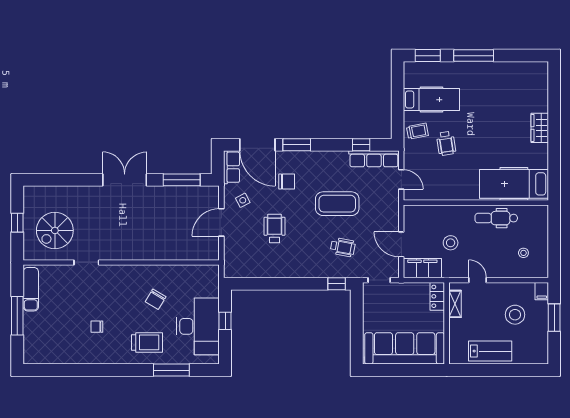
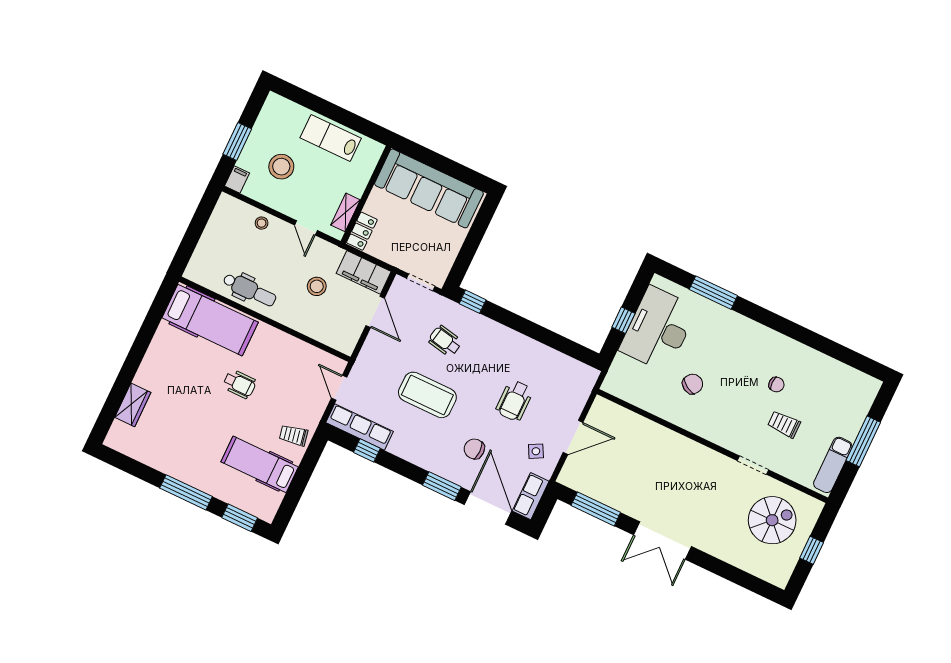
wardrobe: (540, 128) -> (133, 405), moved
wheelchair: (446, 143) -> (239, 384), moved, turned 99
stool: (523, 253) -> (262, 223), moved
trolley: (147, 342) -> (784, 424), moved, width x0.73, depth x0.72

